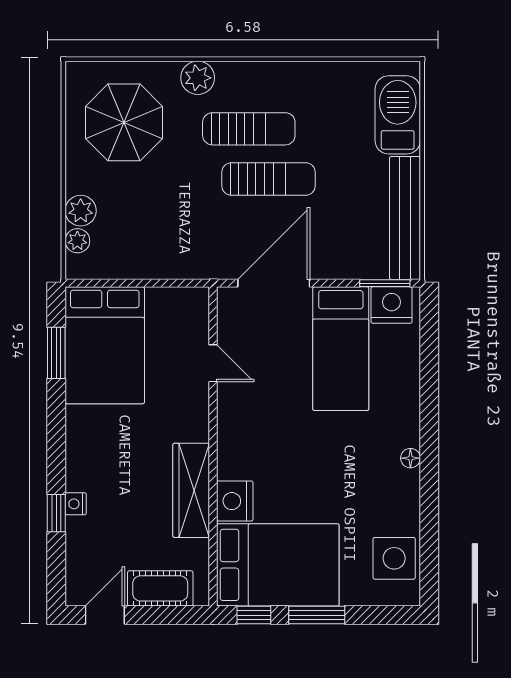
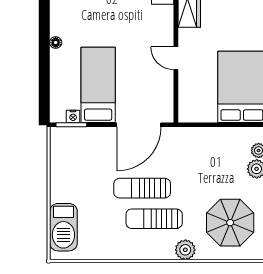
bench: (405, 218) -> (59, 164), removed
nightstand: (392, 305) -> (73, 116), width x0.53, depth x0.56
door: (213, 363) -> (176, 58), moved
floor lamp: (410, 458) -> (56, 42), moved

